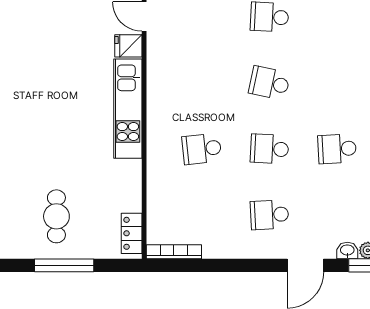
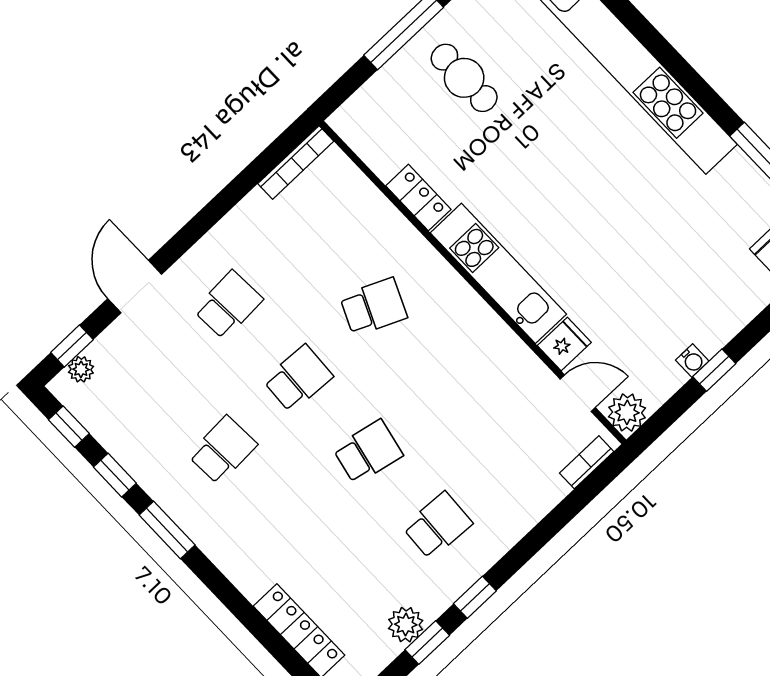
school desk: (202, 149) -> (373, 307), turned 30
locker: (132, 233) -> (418, 198), moved
washbasin: (347, 250) -> (104, 347), removed

